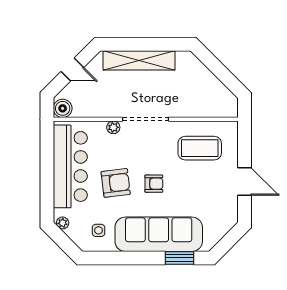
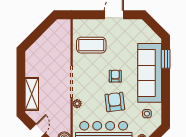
shelving: (139, 60) -> (32, 94), width x0.68
coffee table: (200, 148) -> (91, 45), turned 90

